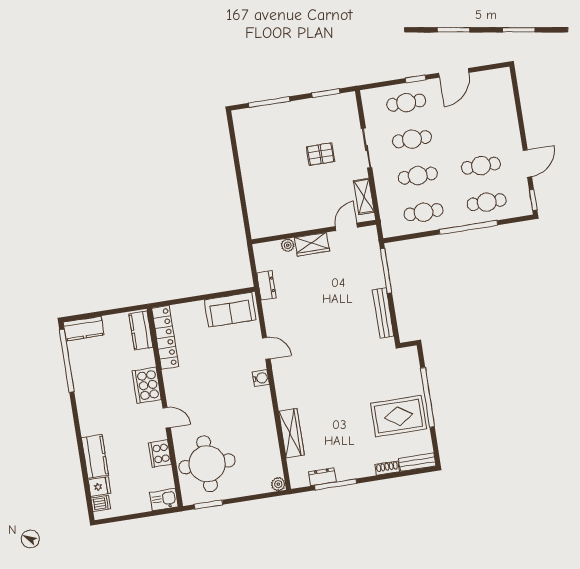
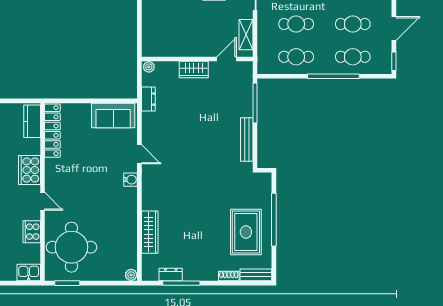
plant: (288, 245) -> (149, 67), moved
rug: (399, 416) -> (246, 232), turned 90

